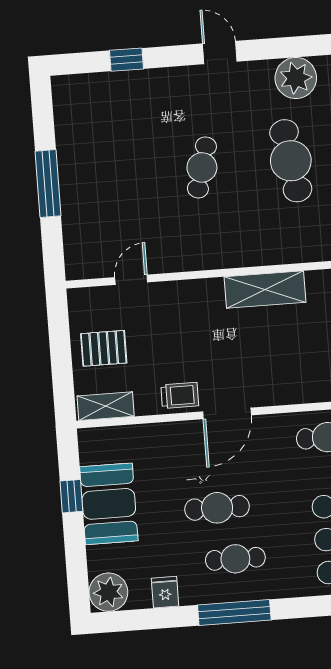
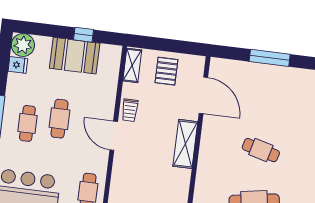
door: (131, 280) -> (203, 95), width x1.87
shelving: (265, 290) -> (185, 144), moved
fridge: (165, 592) -> (18, 65), moved

